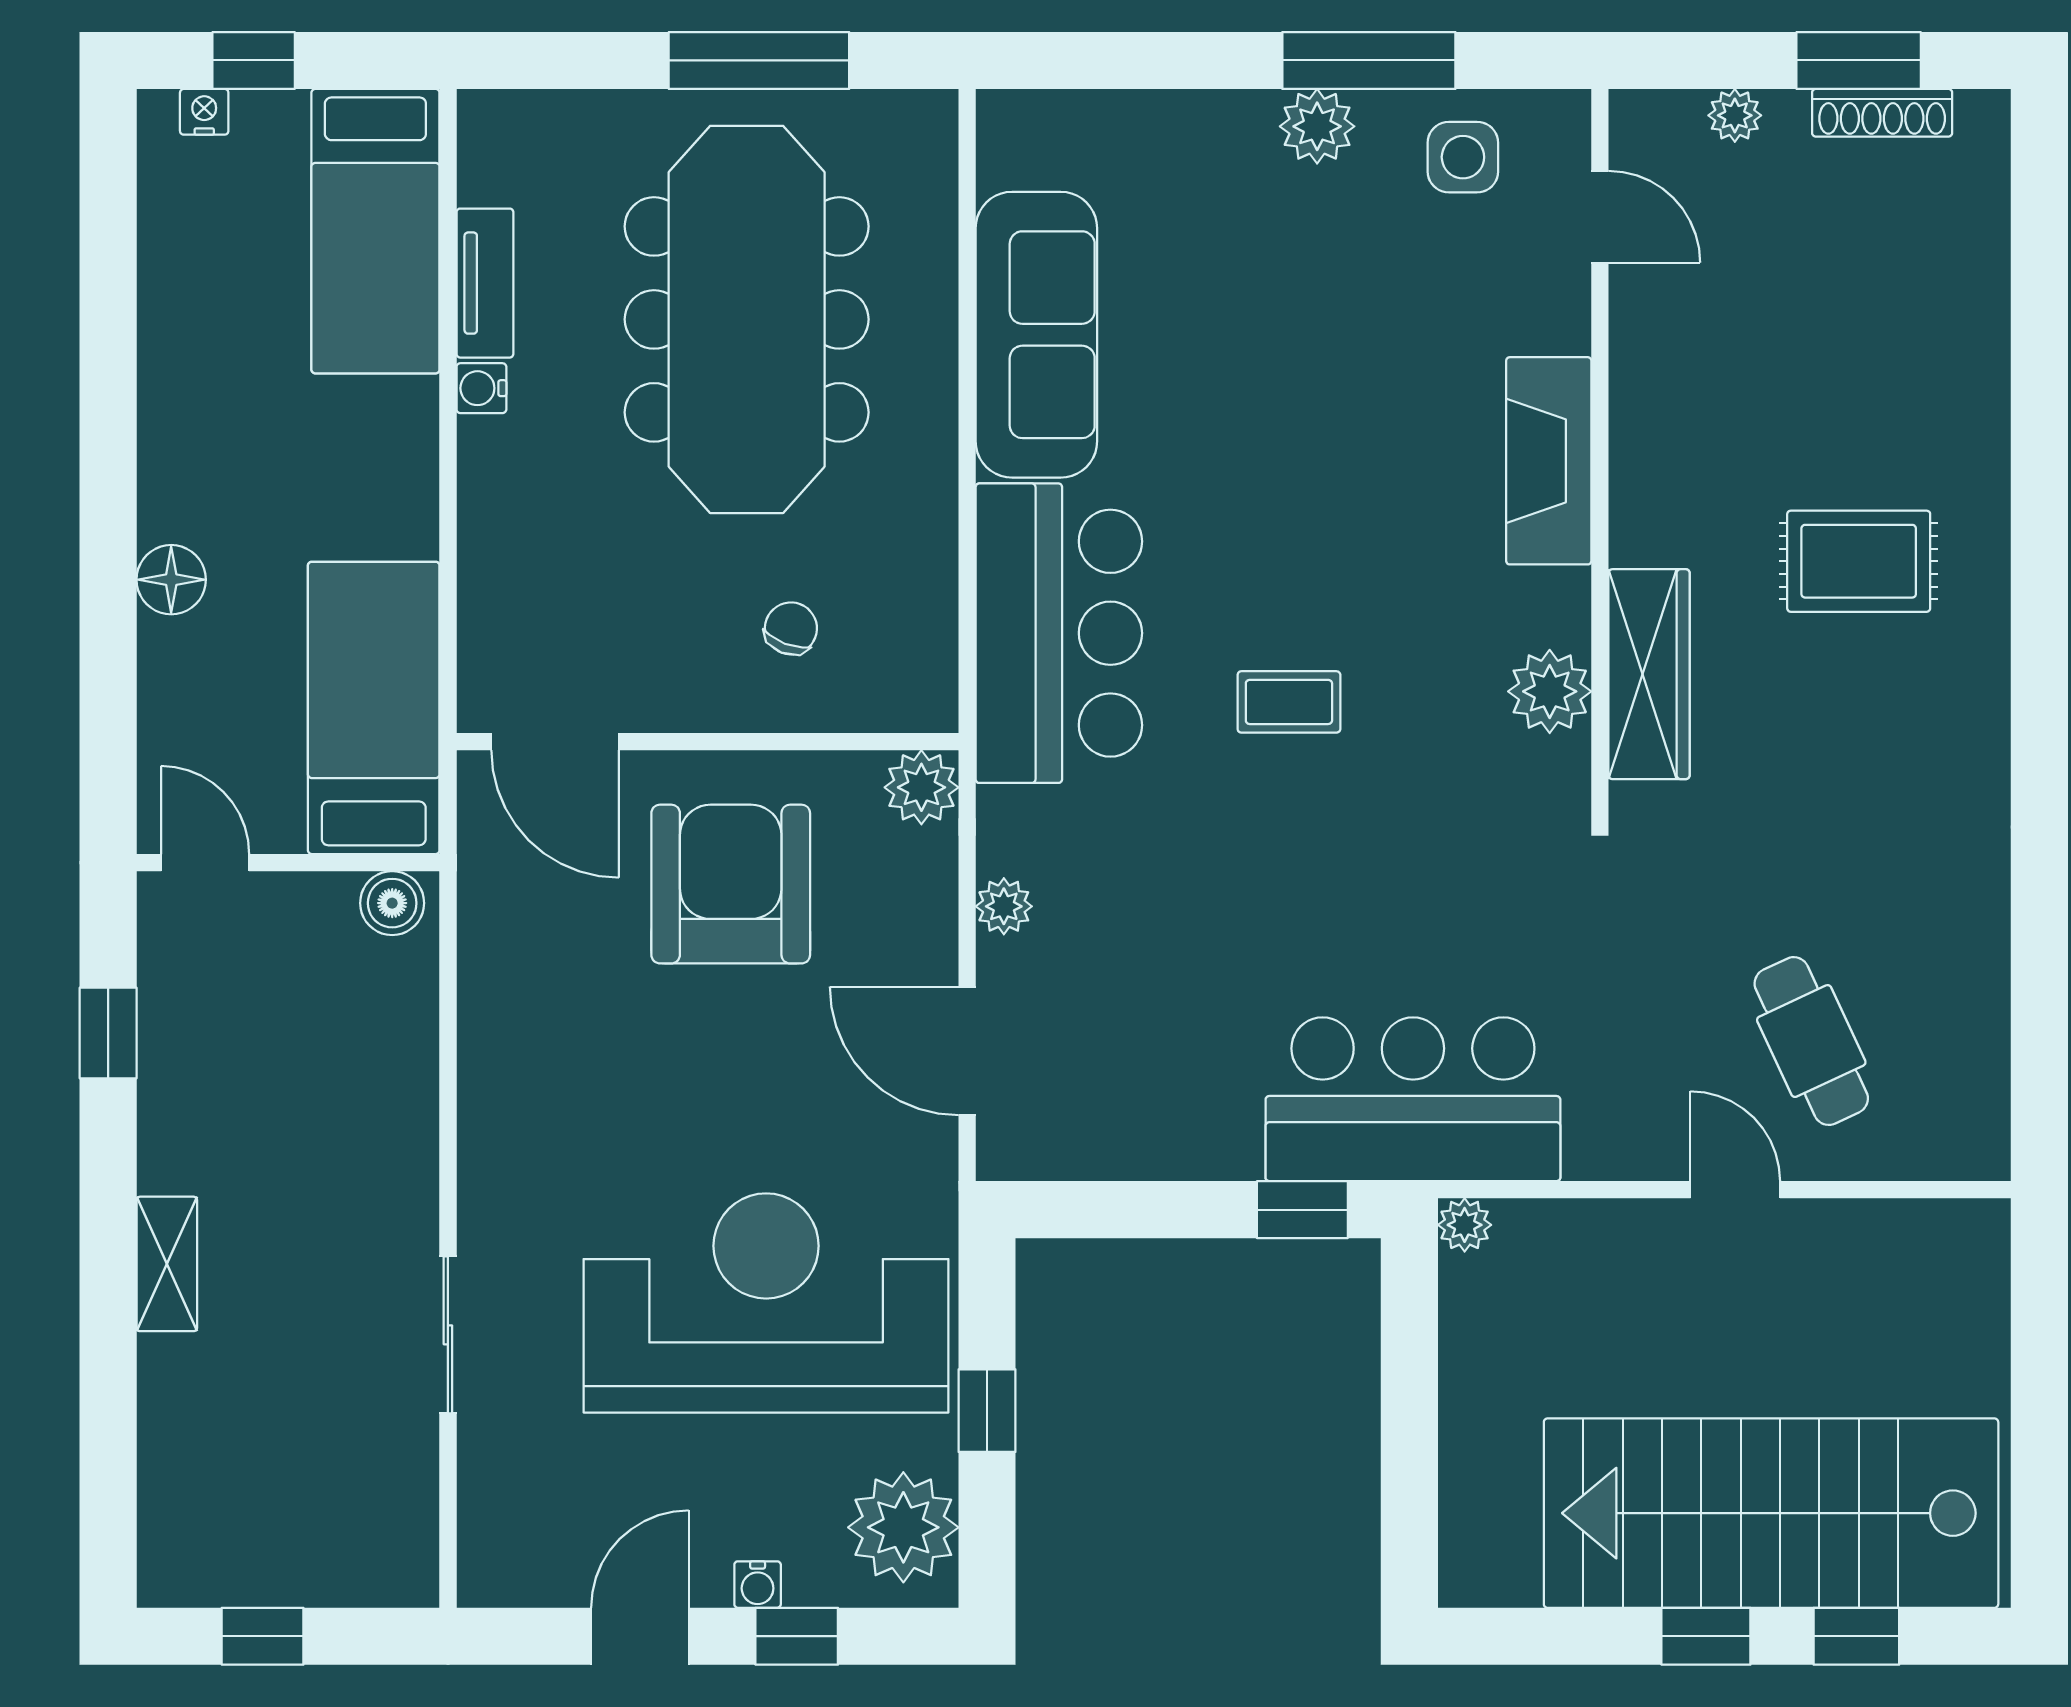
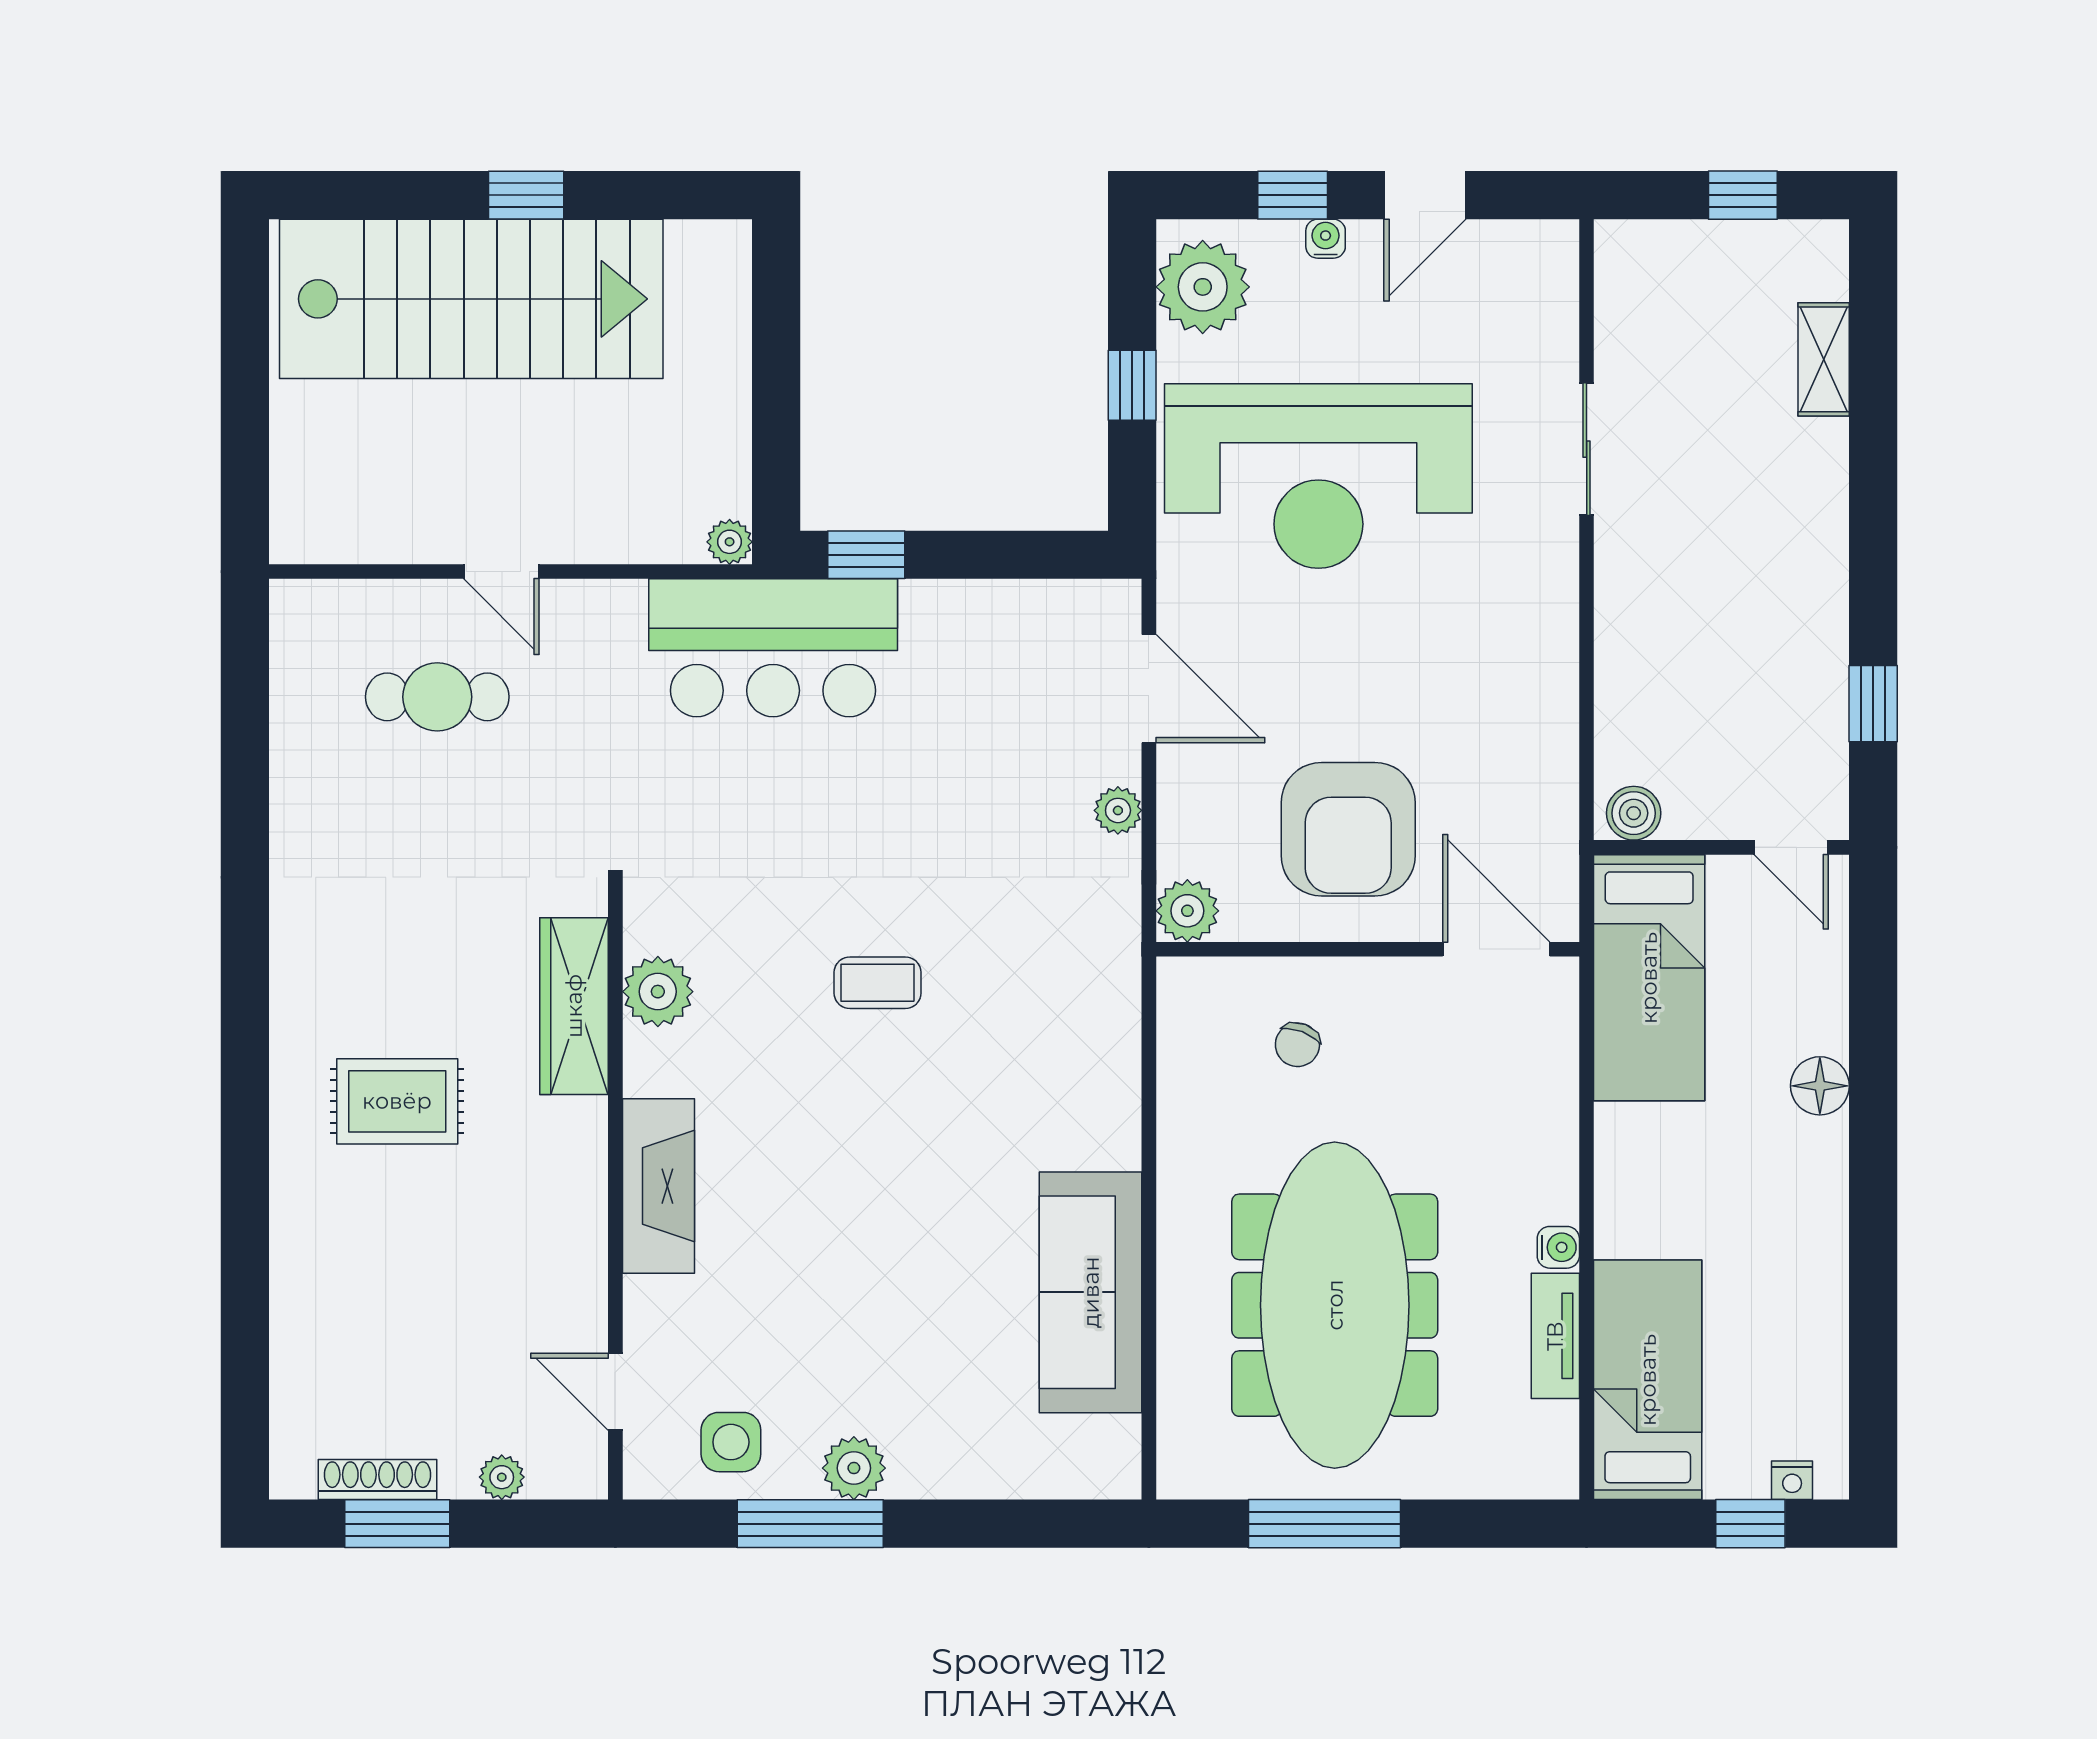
bar counter: (1059, 633) -> (1072, 1041), removed
cafe table: (1811, 1041) -> (437, 697), turned -65
shelving: (167, 1264) -> (1824, 359), moved
window: (1856, 1636) -> (399, 195), removed

